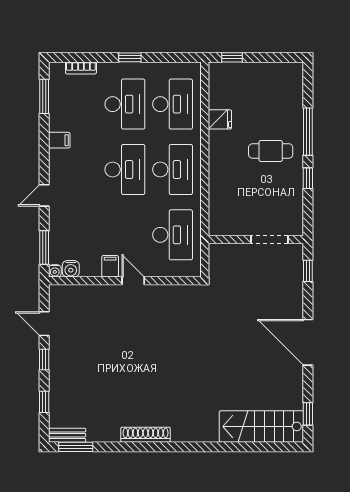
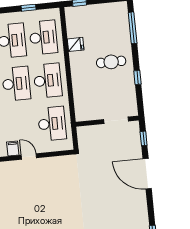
window: (130, 57) -> (29, 8), moved
window: (308, 132) -> (133, 28), moved
door: (308, 342) -> (147, 174), moved

